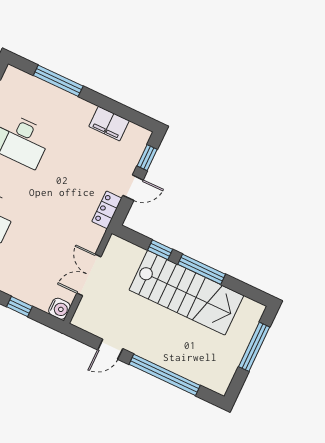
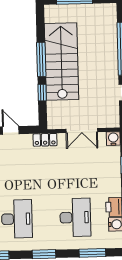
locker: (107, 210) -> (45, 140), moved

